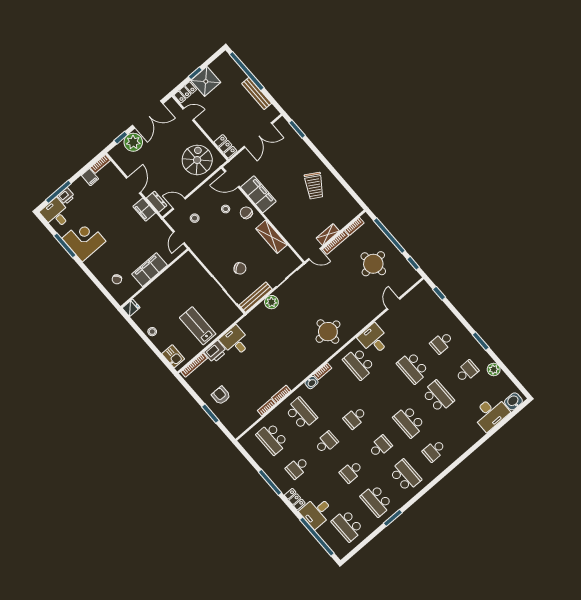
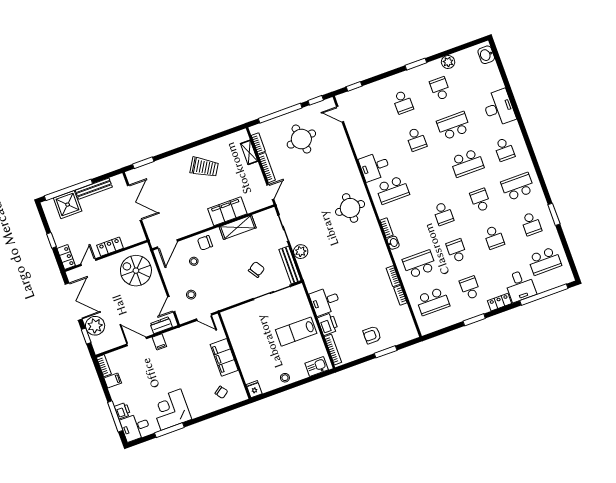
shower: (206, 81) -> (68, 205), moved
locker: (225, 146) -> (110, 247), moved
filing cabinet: (258, 194) -> (227, 211), moved
filing cabinet: (144, 210) -> (159, 342), width x0.50
shelving: (328, 235) -> (249, 152), moved
door: (393, 304) -> (340, 114), moved
school desk: (413, 368) -> (416, 139), width x0.54
desk: (491, 413) -> (499, 108), moved
school desk: (297, 468) -> (470, 288), turned 180
window: (270, 482) -> (474, 320), width x0.69
school desk: (376, 501) -> (531, 224), width x0.54

